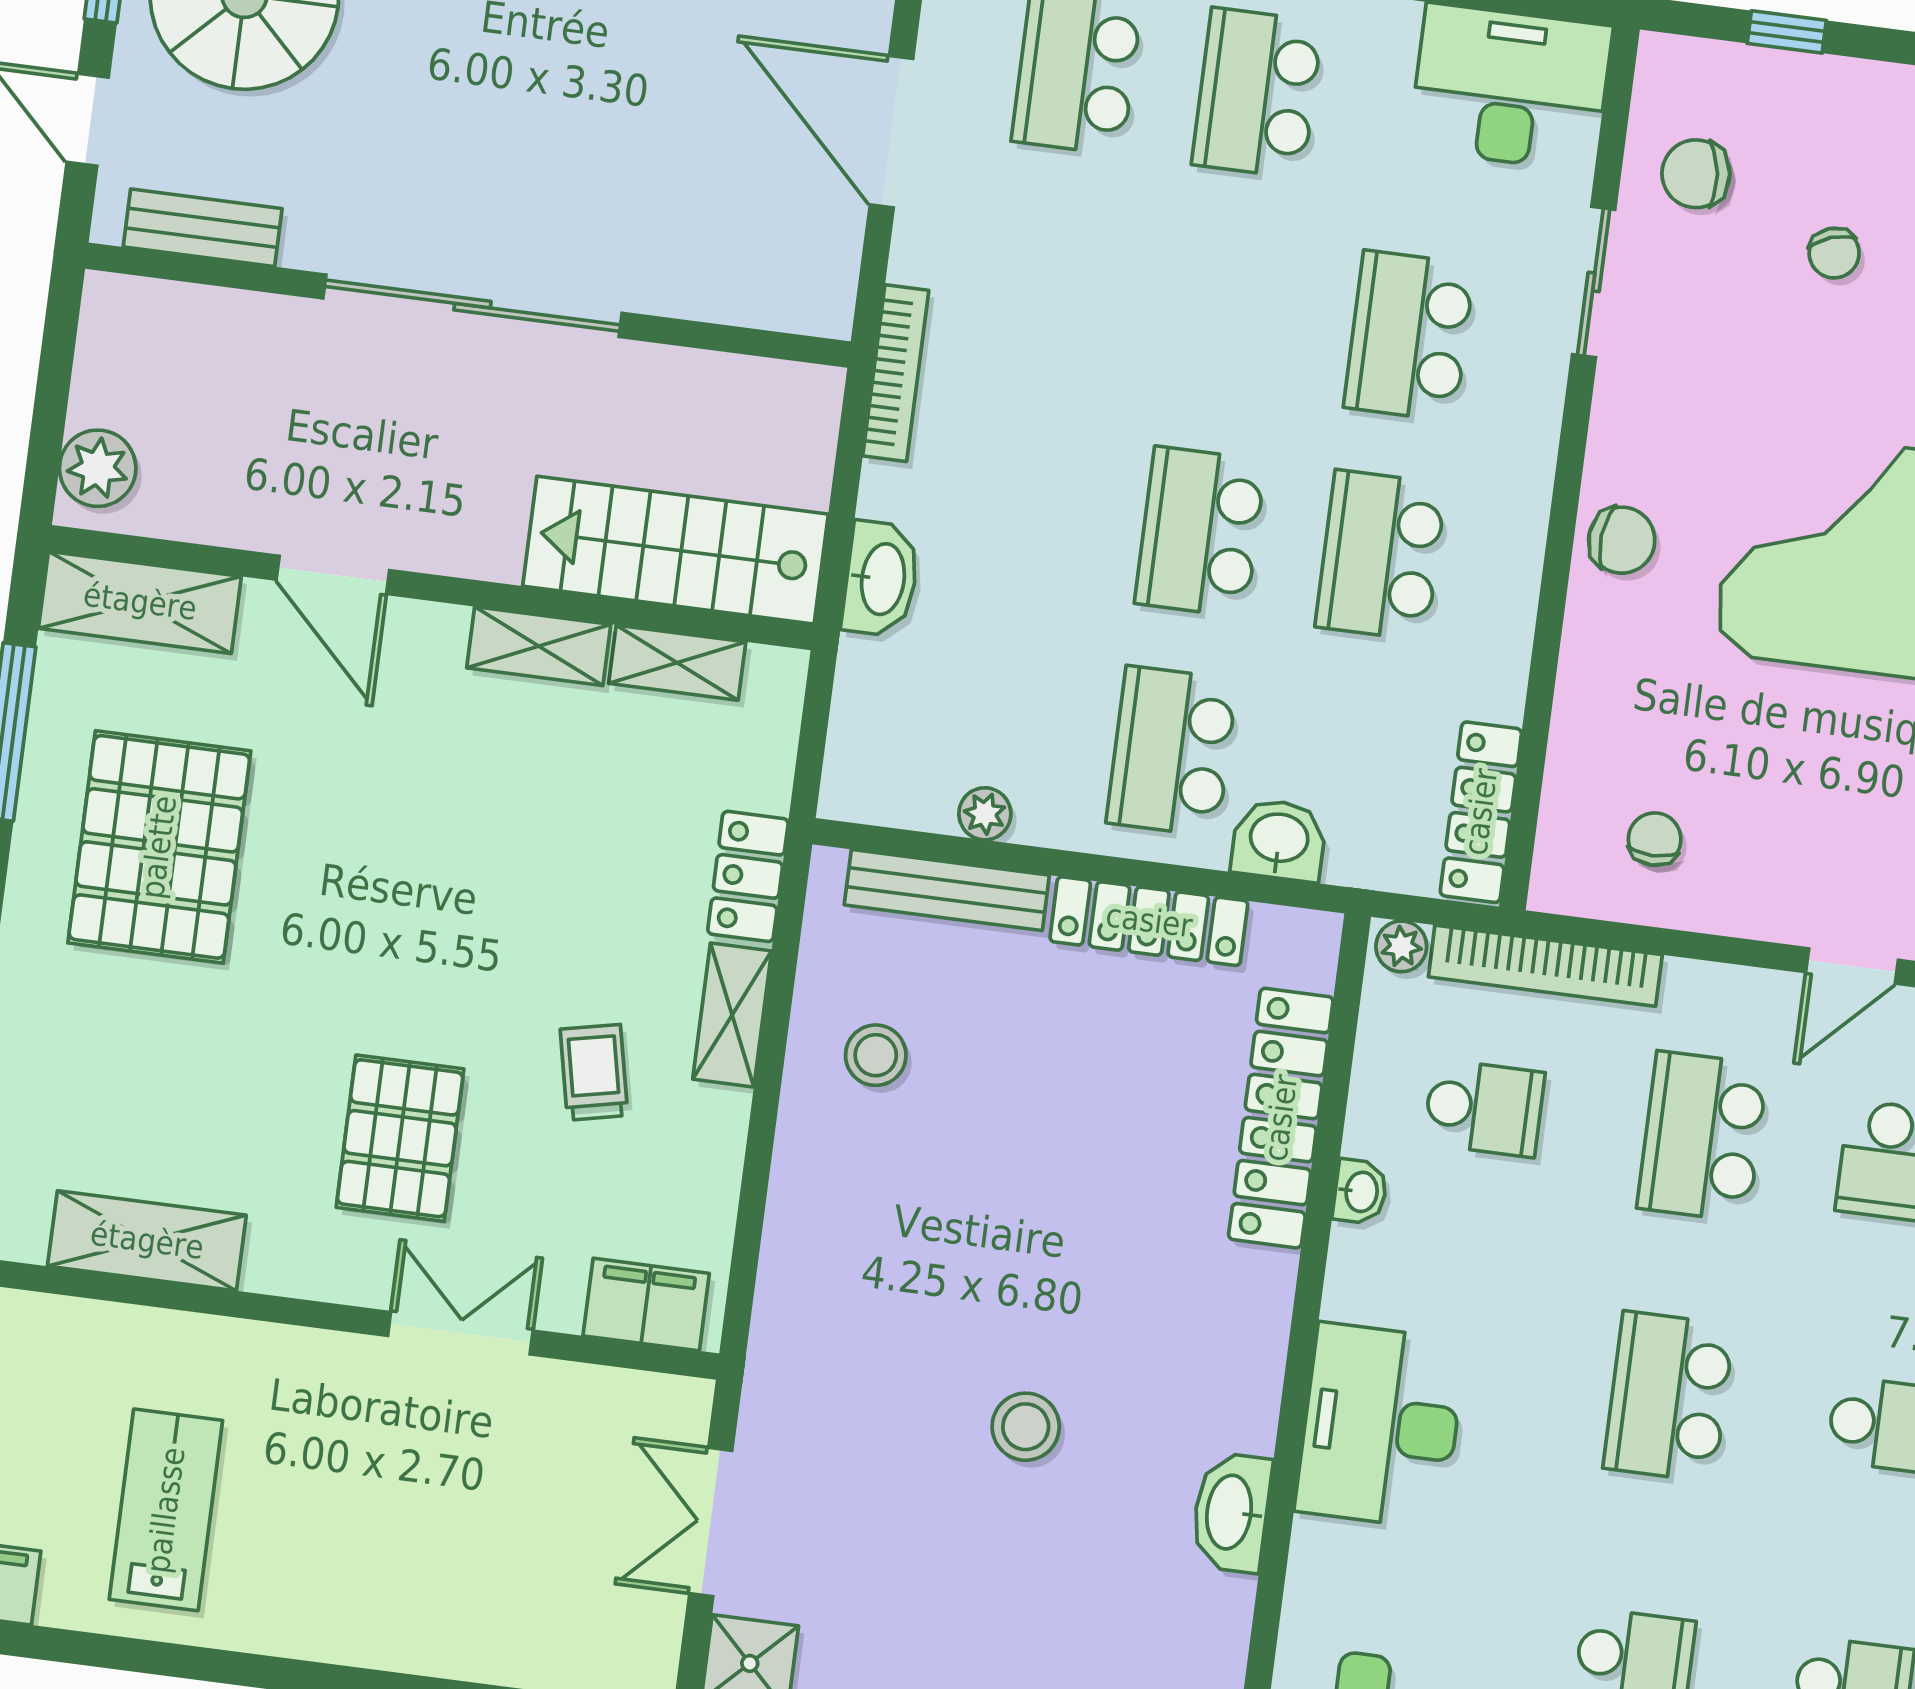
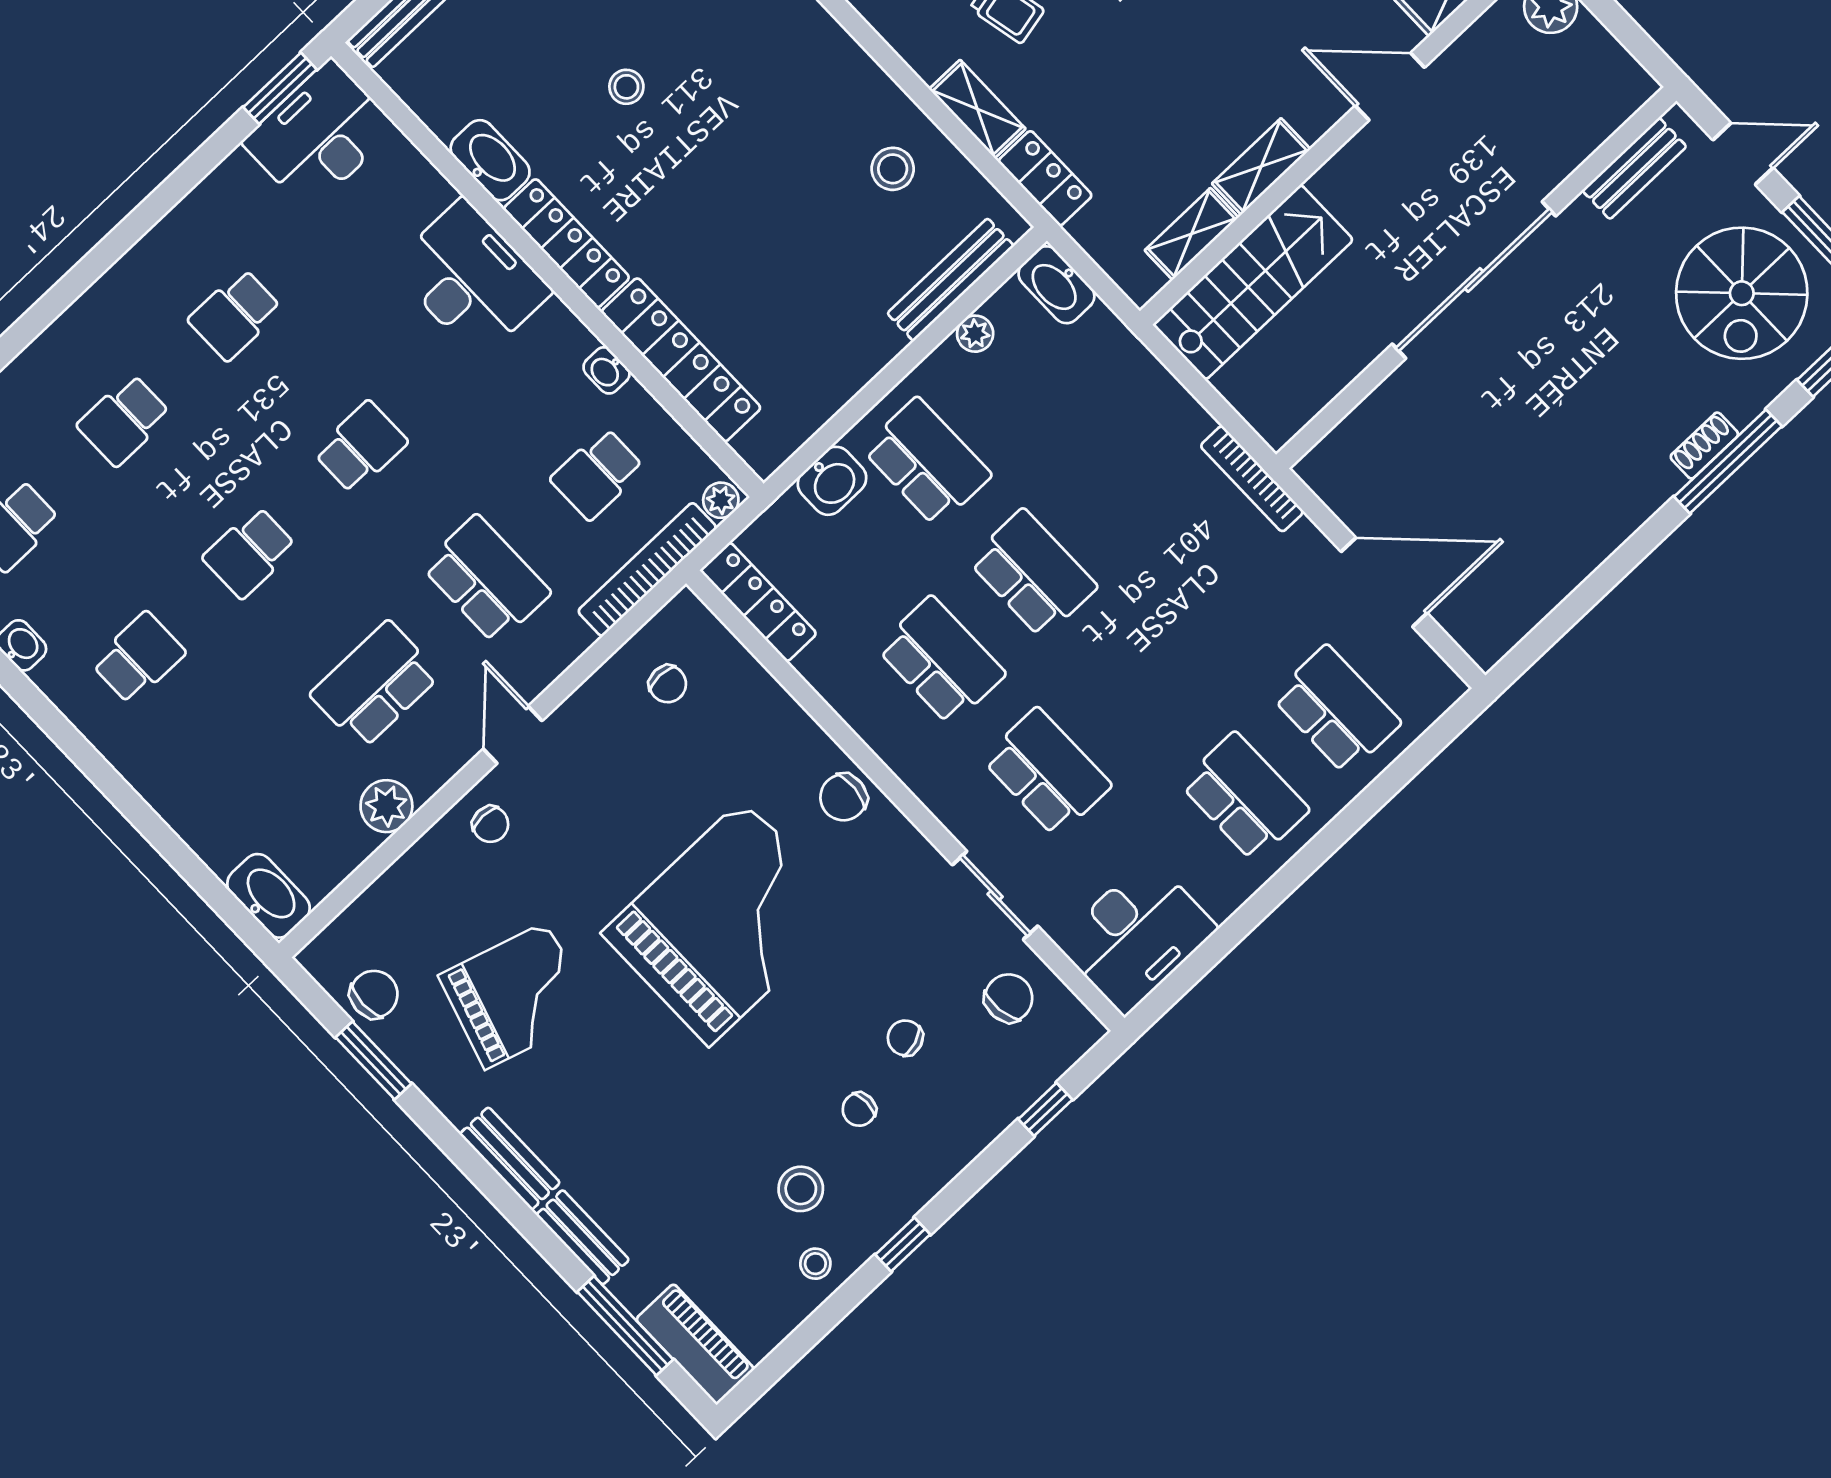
washbasin: (881, 579) -> (1056, 285), moved
locker: (1149, 921) -> (567, 243), moved, turned 90
school desk: (1669, 1397) -> (361, 447), width x0.54
stool: (1026, 1427) -> (626, 87), width x0.73, depth x0.73

